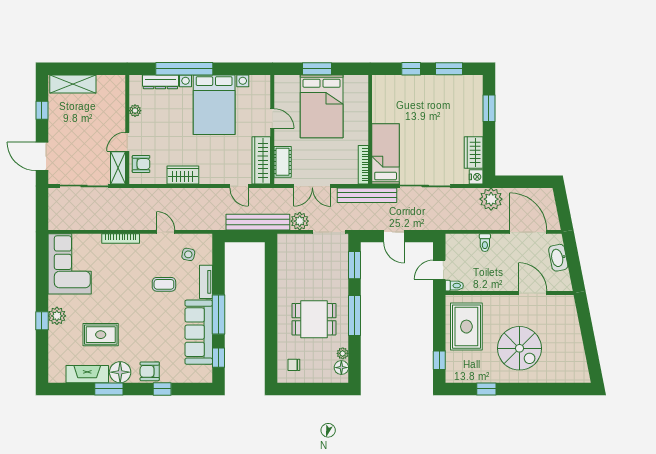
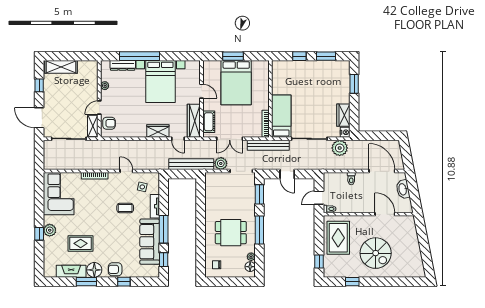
wardrobe: (183, 175) -> (158, 131), moved
plant: (491, 199) -> (340, 148), moved

